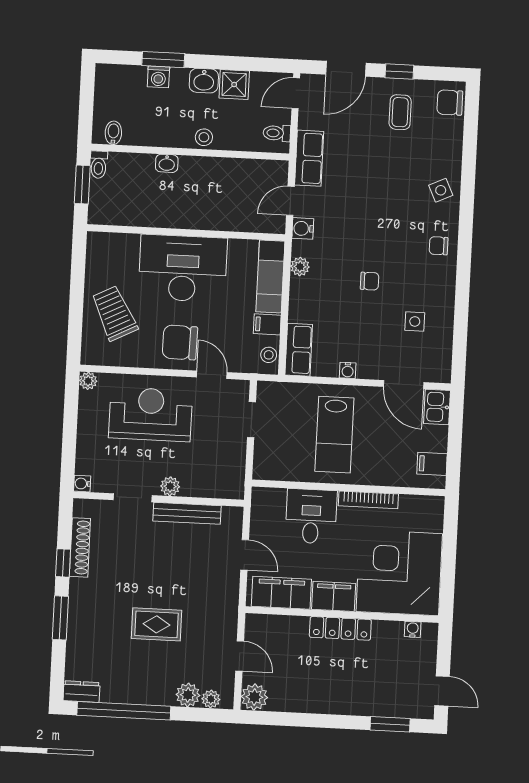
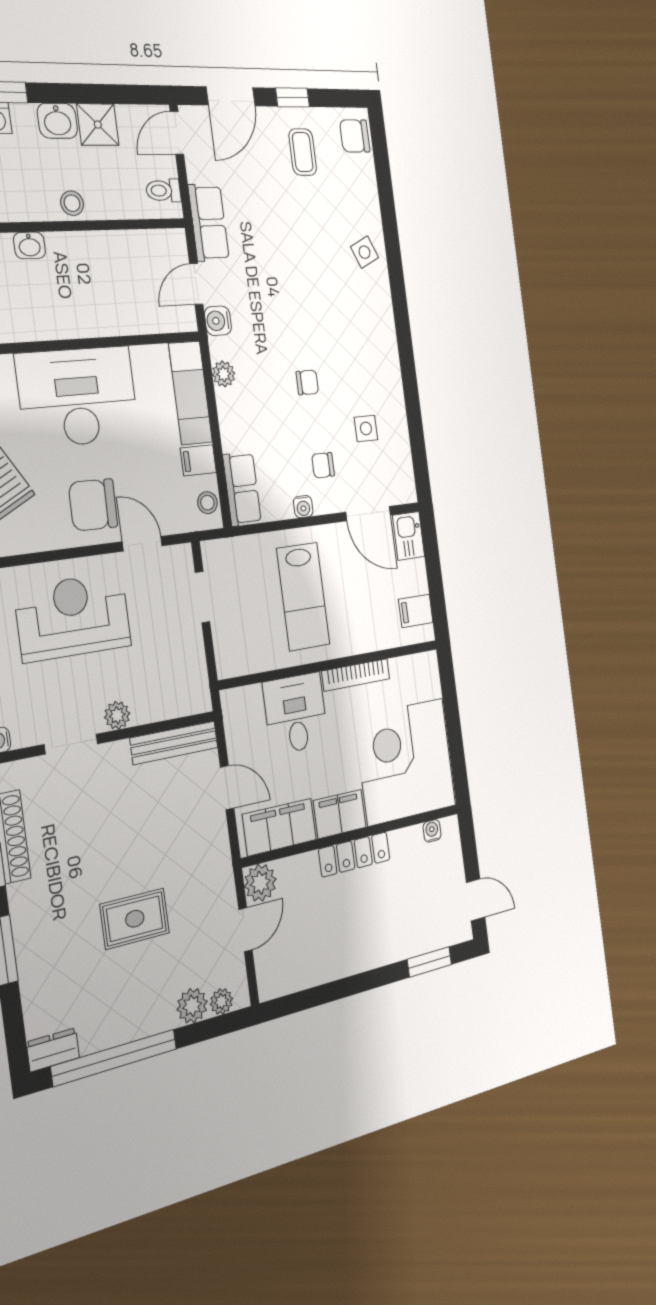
chair: (439, 246) -> (323, 465), moved
bench: (187, 513) -> (174, 743), moved
door: (240, 656) -> (245, 930), hinge flipped
plant: (254, 697) -> (260, 883), moved

